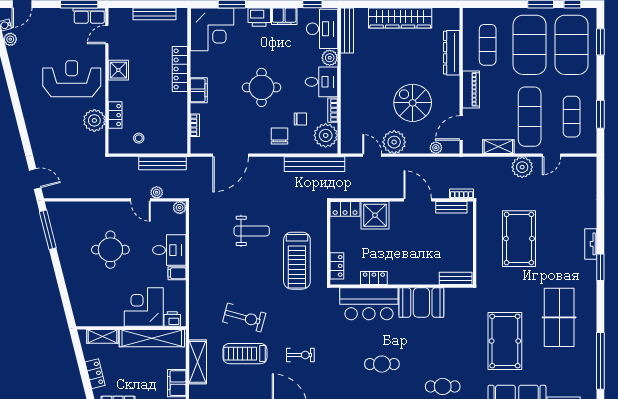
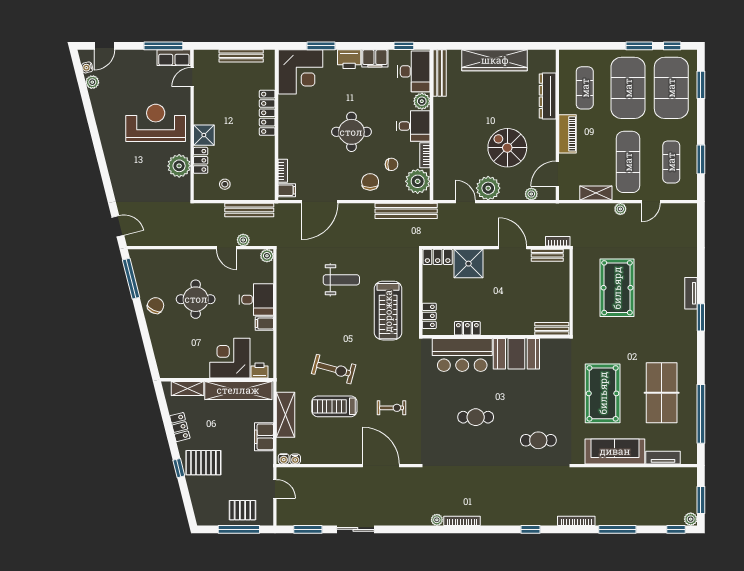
shower: (118, 70) -> (204, 135), moved
filing cabinet: (199, 90) -> (287, 190), moved, width x0.50
plant: (522, 167) -> (620, 209), width x0.53, depth x0.53
chair: (72, 256) -> (156, 306), added
table tennis table: (559, 317) -> (662, 393), moved

